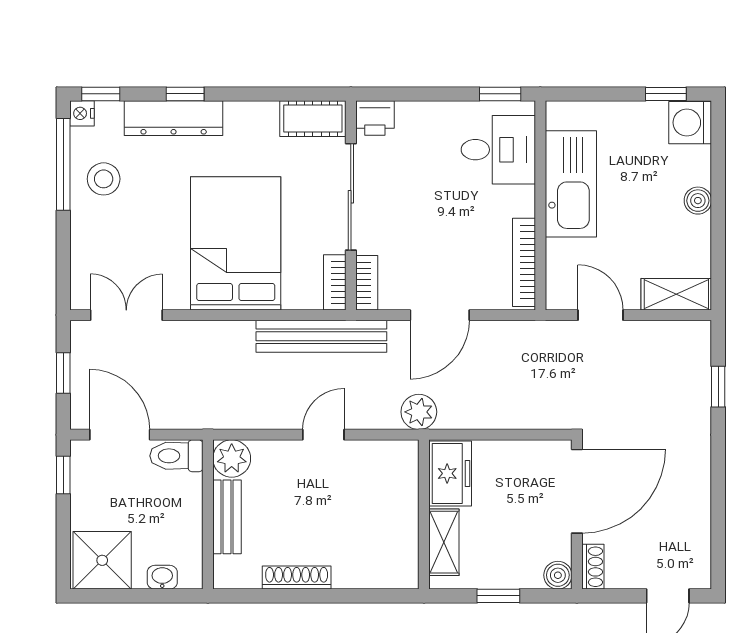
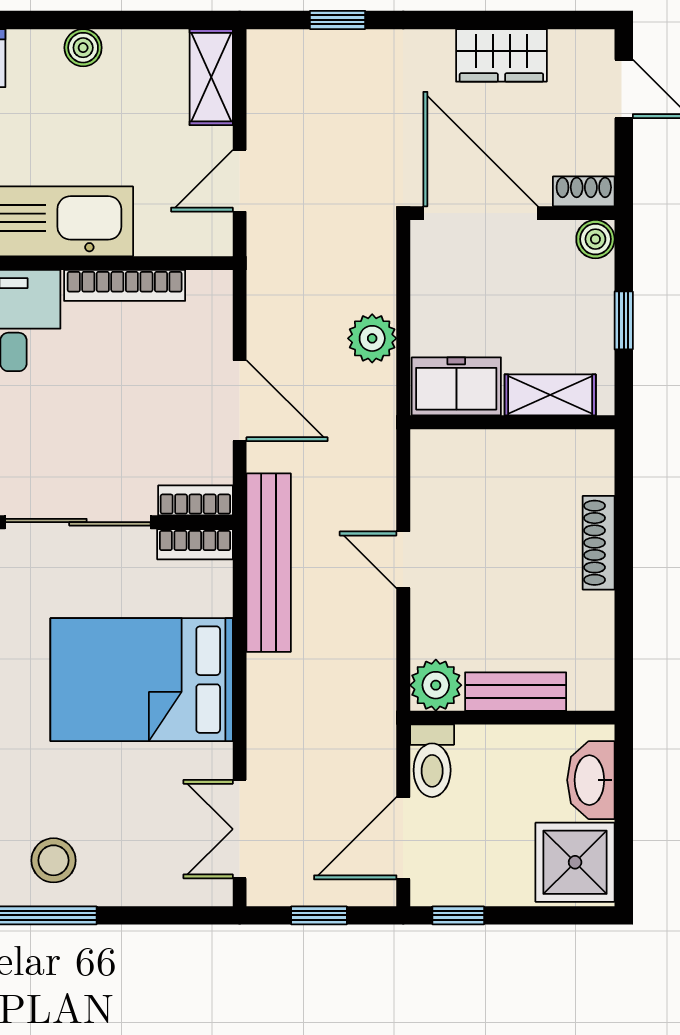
bookcase: (524, 262) -> (125, 285), moved
plant: (419, 412) -> (372, 338), moved
wardrobe: (692, 507) -> (501, 55), added
washbasin: (162, 577) -> (591, 780), width x1.91, depth x1.45
shoe rack: (297, 578) -> (599, 543), moved

